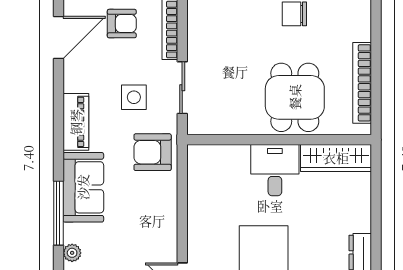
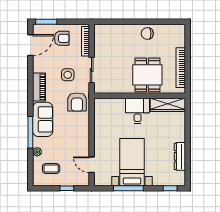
armchair: (153, 152) -> (77, 102), turned -90

